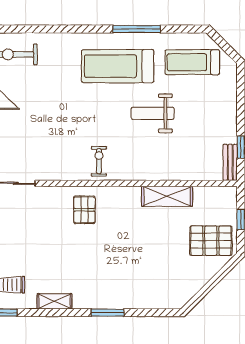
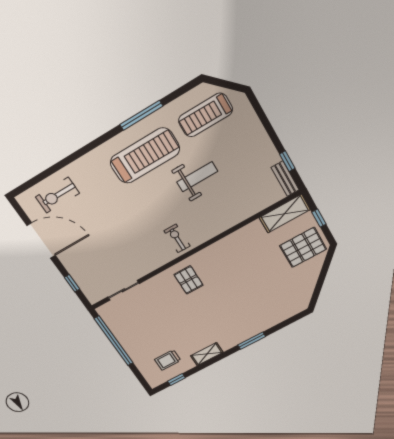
treadmill: (118, 66) -> (145, 156), turned 180
weight bench: (153, 113) -> (197, 177), turned 180
shelving: (167, 196) -> (285, 214), moved

